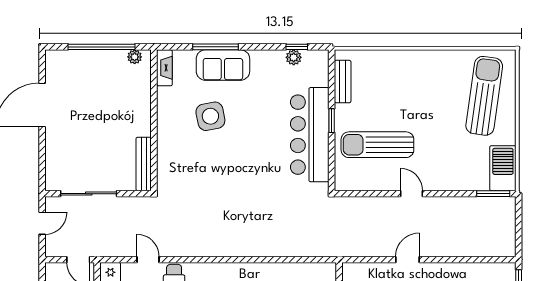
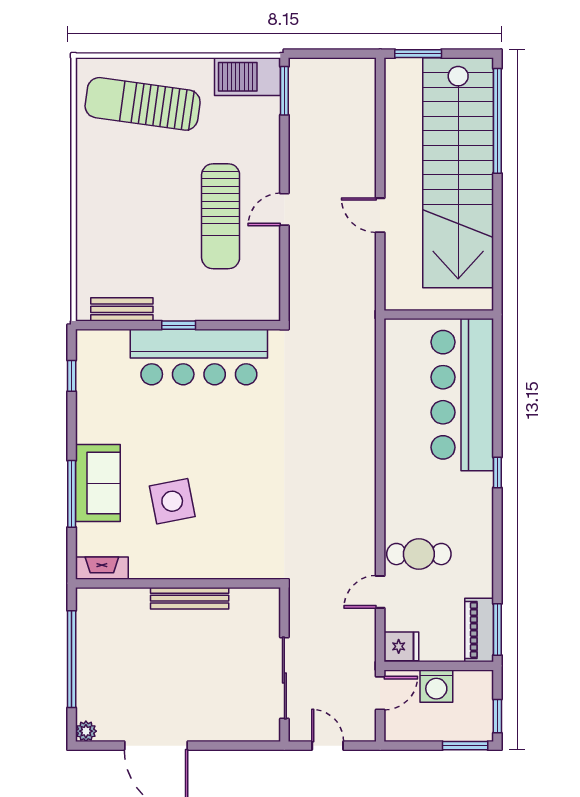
plant: (135, 57) -> (86, 731), moved
plant: (294, 57) -> (87, 380), removed
sun lounger: (377, 145) -> (221, 216), moved
bench: (144, 164) -> (190, 598), moved

